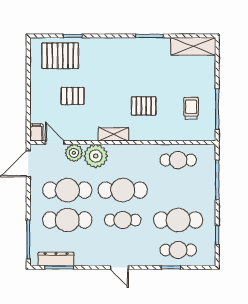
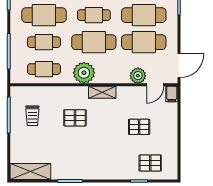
pallet: (60, 56) -> (150, 163), width x0.67, depth x0.71
door: (55, 143) -> (155, 85), hinge flipped
plant: (96, 156) -> (84, 73), moved
cafe table: (178, 190) -> (44, 42), added

